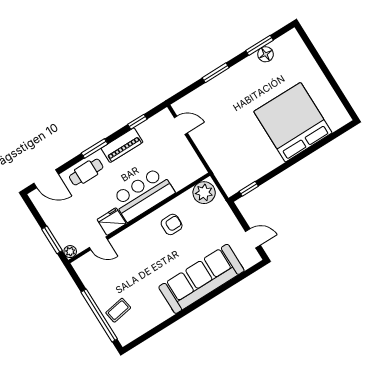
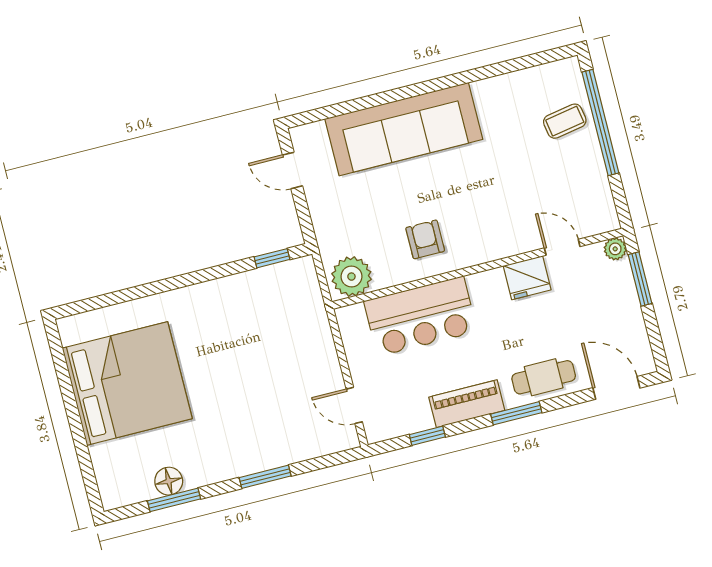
bed: (293, 122) -> (127, 383), moved, turned -90
bar counter: (143, 195) -> (421, 316), moved
armchair: (172, 224) -> (425, 239), turned 90

